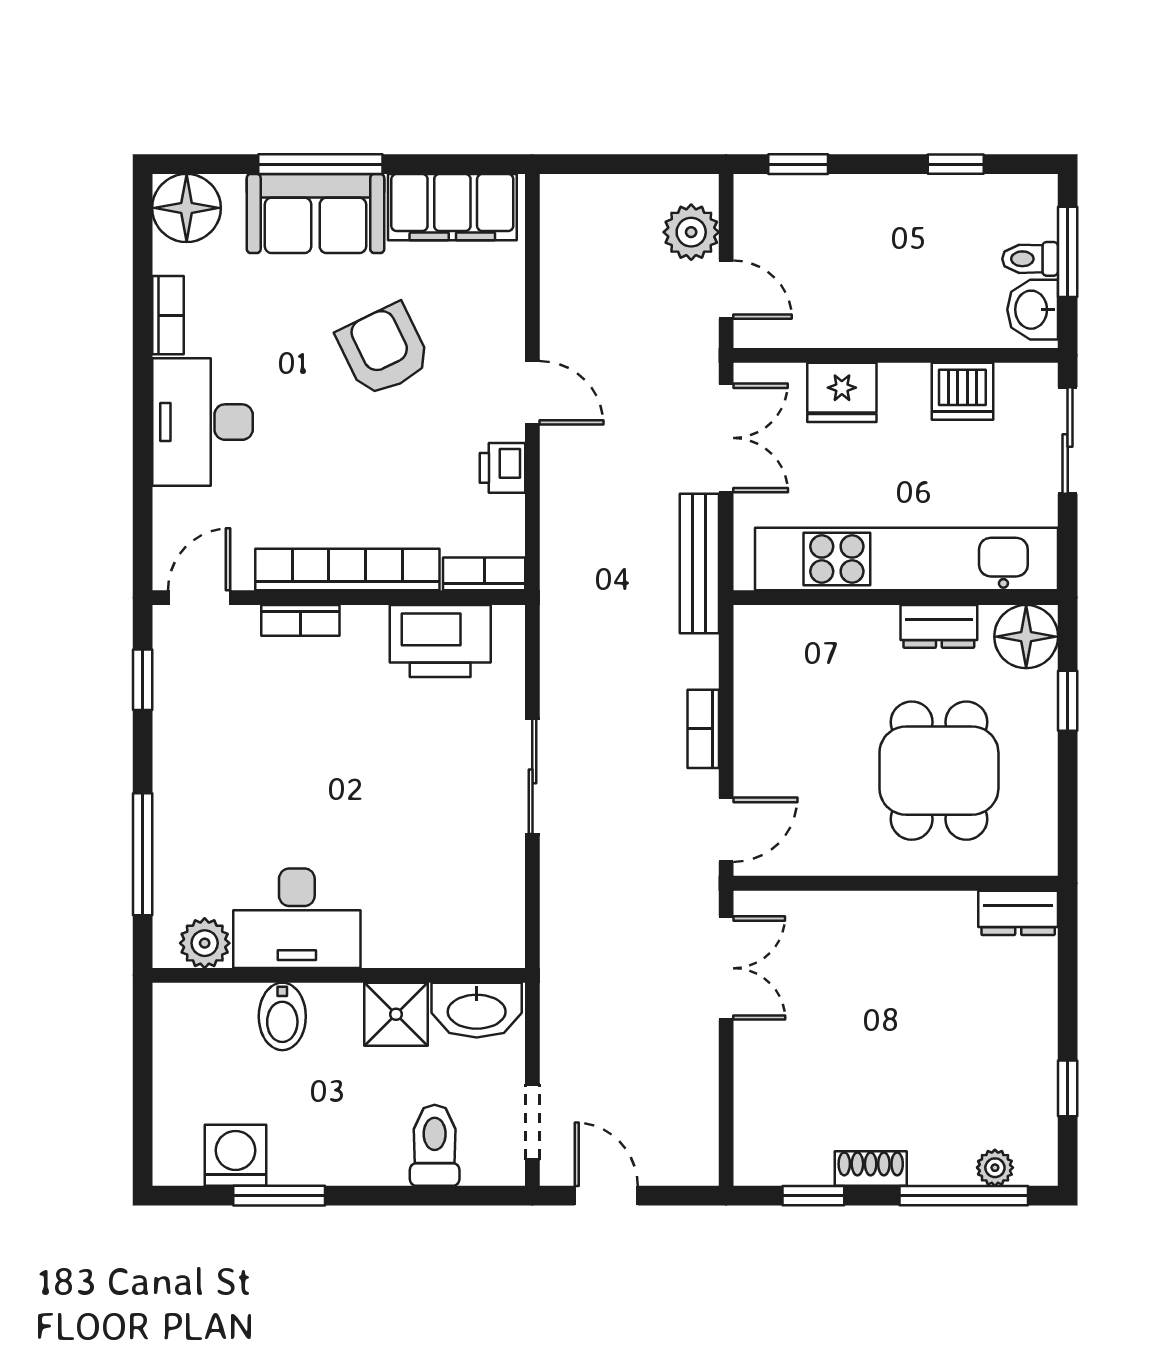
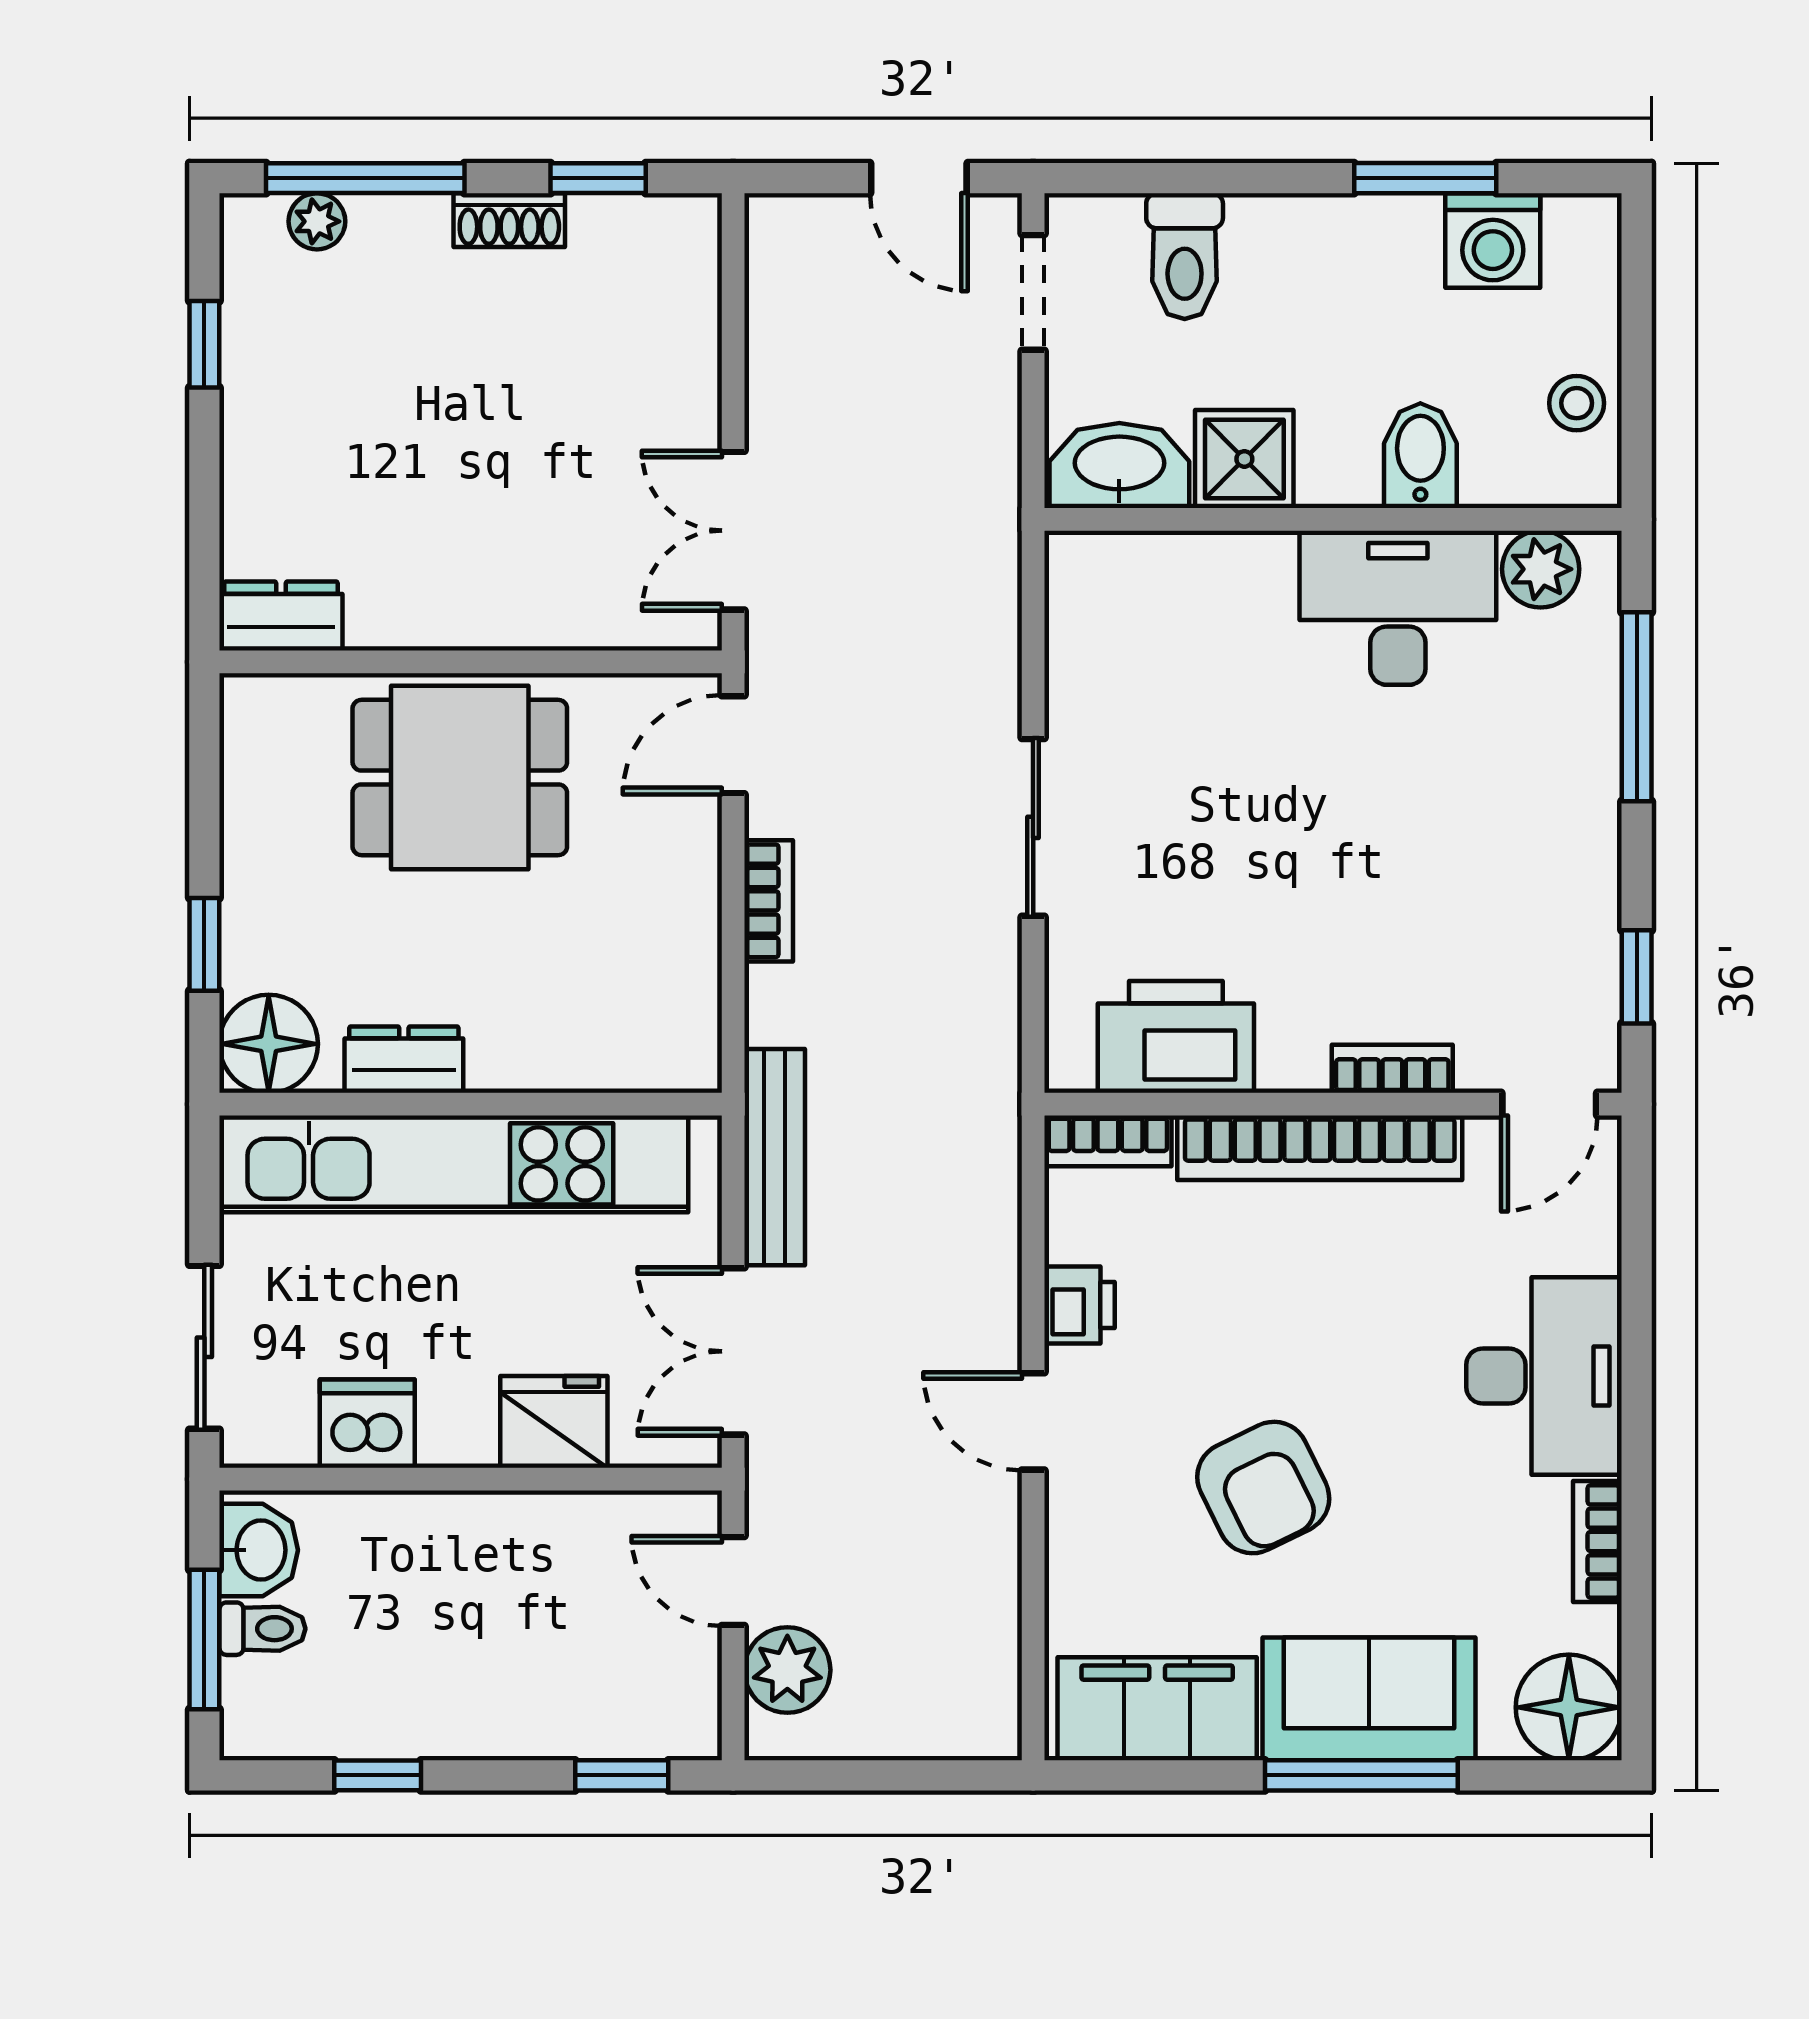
dining table: (939, 771) -> (460, 777), moved, turned 90
stool: (181, 1050) -> (1577, 403), added

